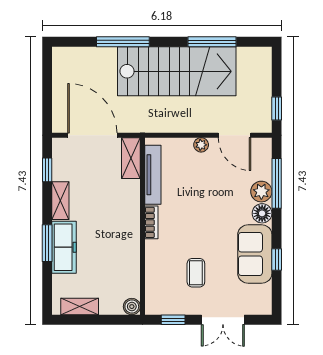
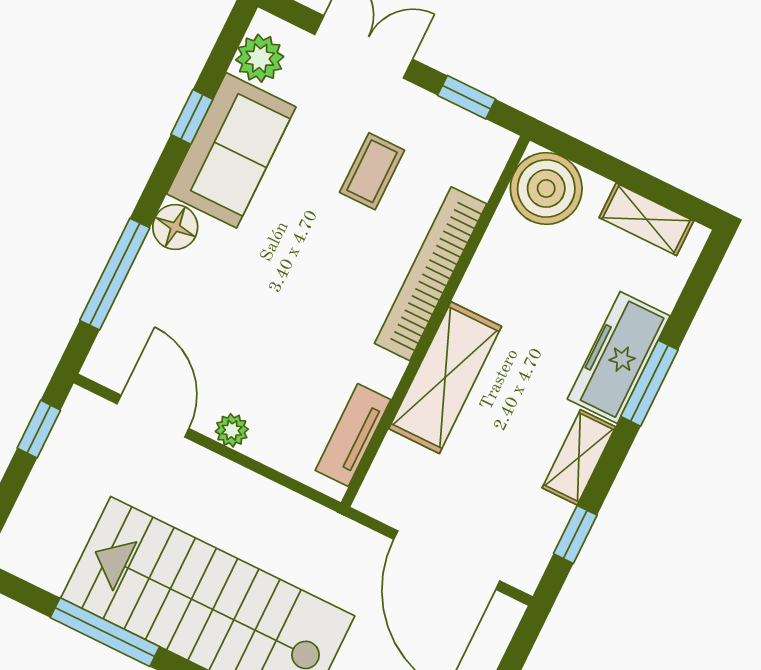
shelving: (131, 158) -> (445, 378), moved, width x1.50, depth x1.33
tv unit: (153, 175) -> (353, 435), width x0.71
plant: (261, 192) -> (260, 58), moved
bookcase: (151, 222) -> (431, 274), width x2.31, depth x1.31
boiler: (132, 307) -> (546, 188), width x1.86, depth x1.86

